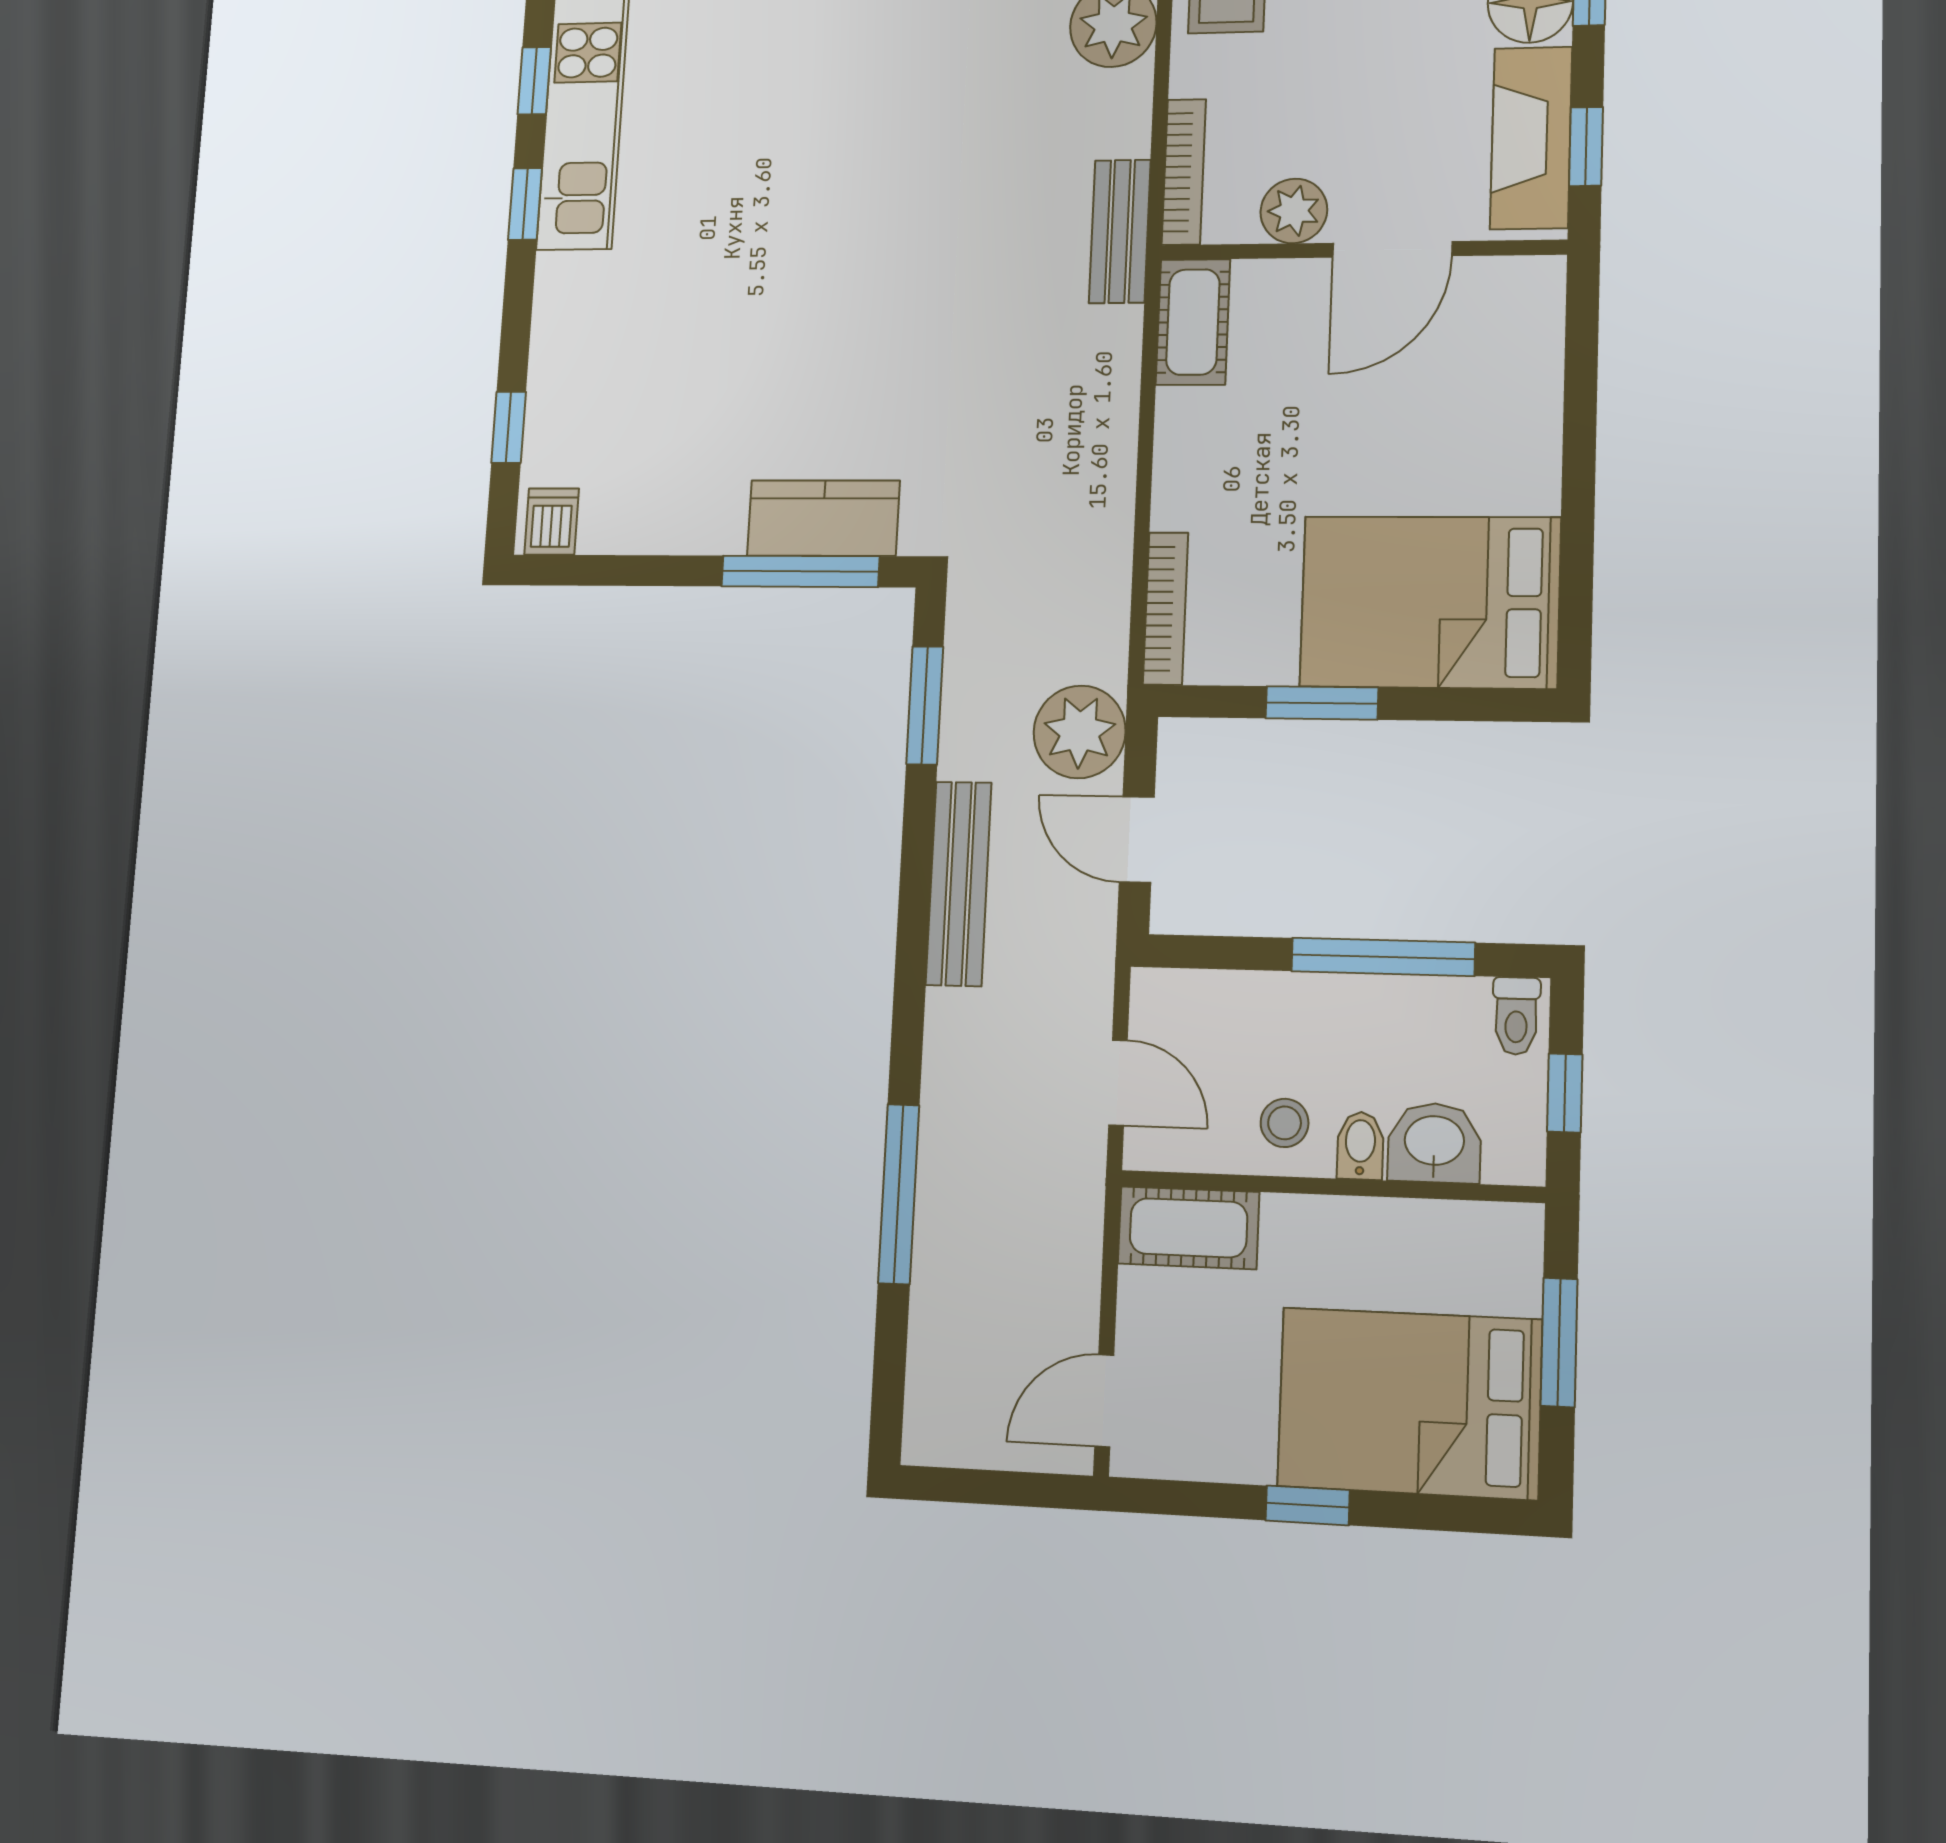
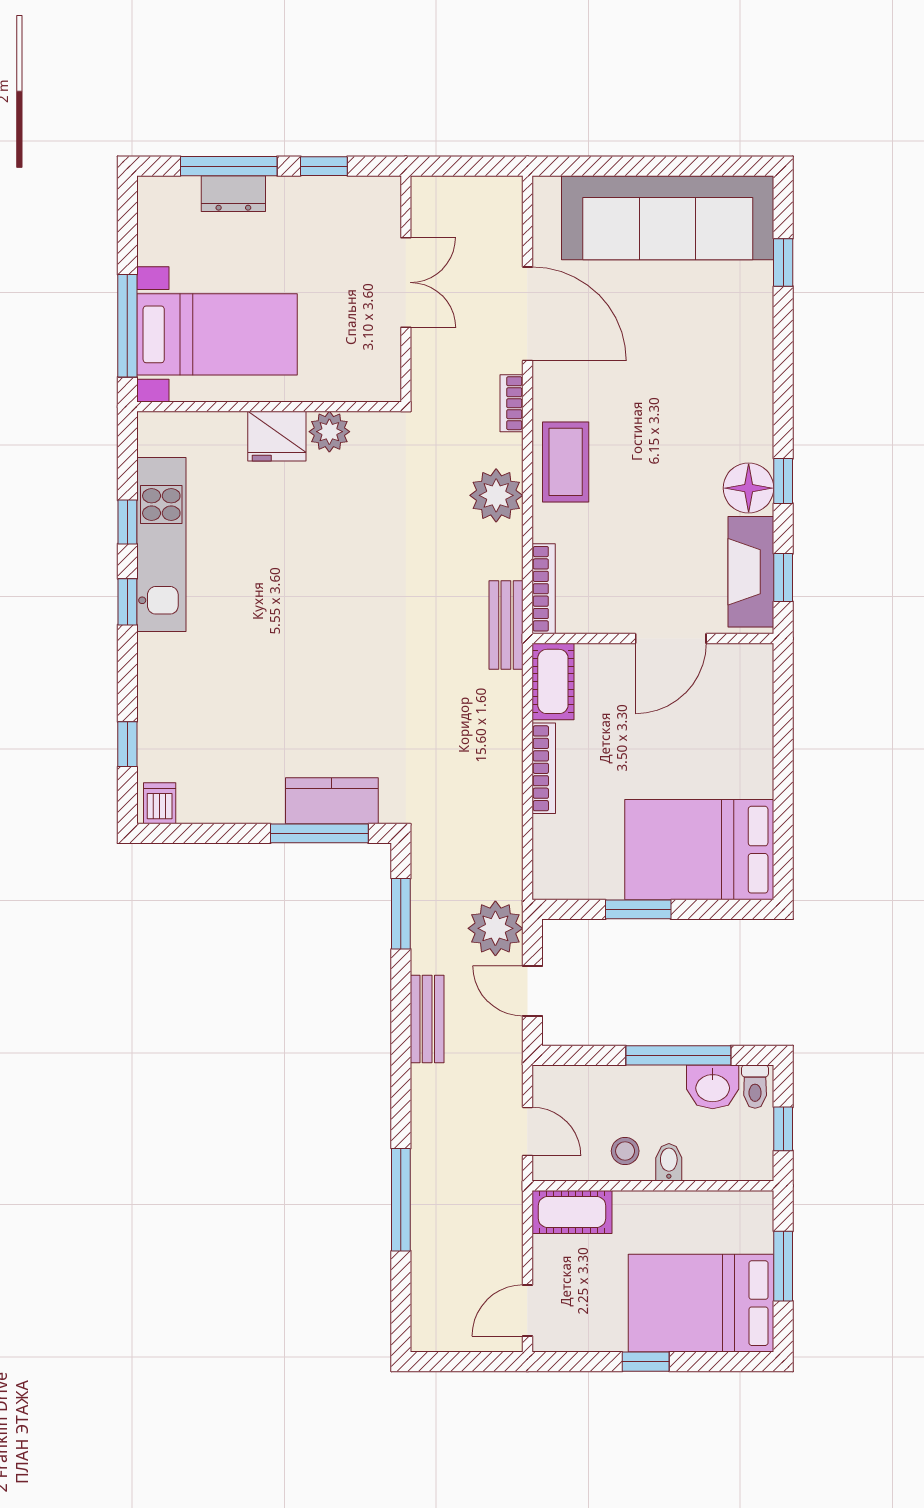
plant: (1294, 211) -> (611, 614), removed
bookcase: (1166, 609) -> (544, 768), moved
bench: (959, 884) -> (427, 1019), width x0.73
washbasin: (1434, 1143) -> (713, 1087), moved, turned 180

